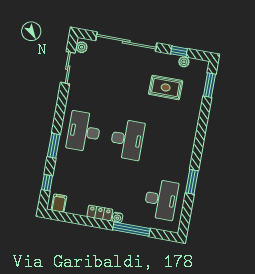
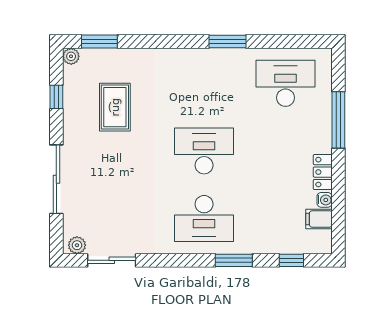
sliding door: (126, 42) -> (56, 179), width x0.73
plant: (184, 62) -> (71, 56), moved
window: (192, 182) -> (228, 41), moved
filing cabinet: (59, 203) -> (319, 219), moved
water cooler: (117, 217) -> (325, 200), moved

